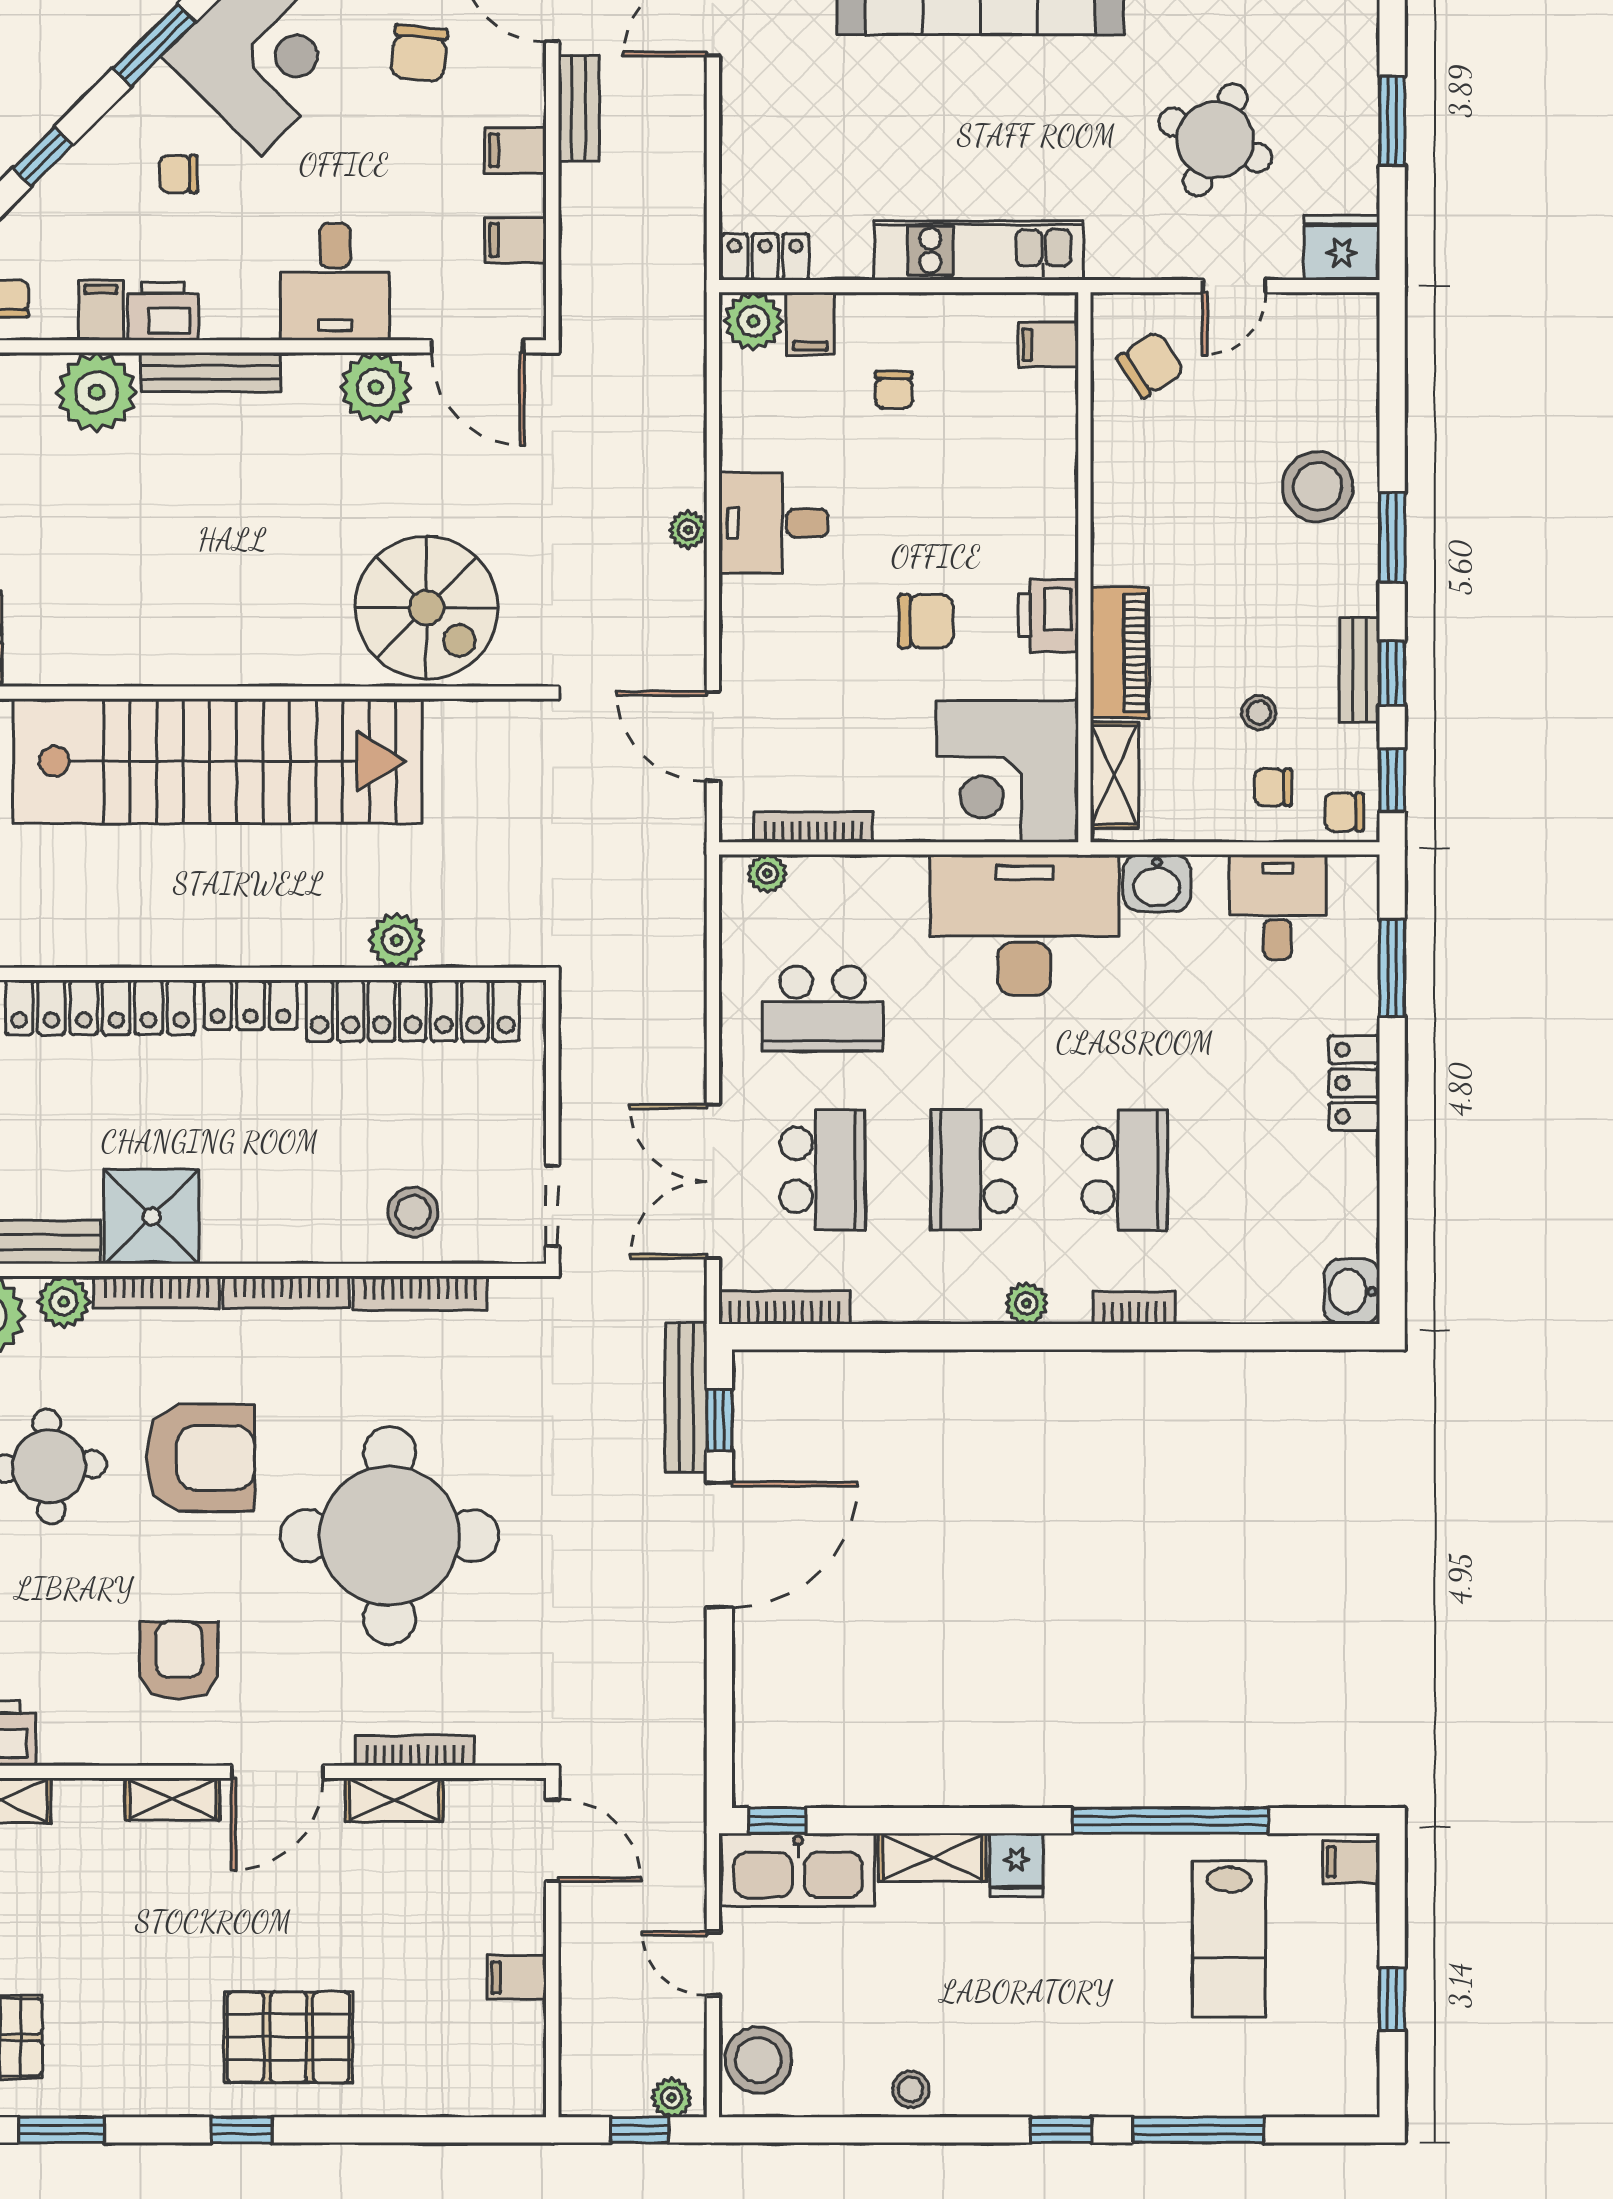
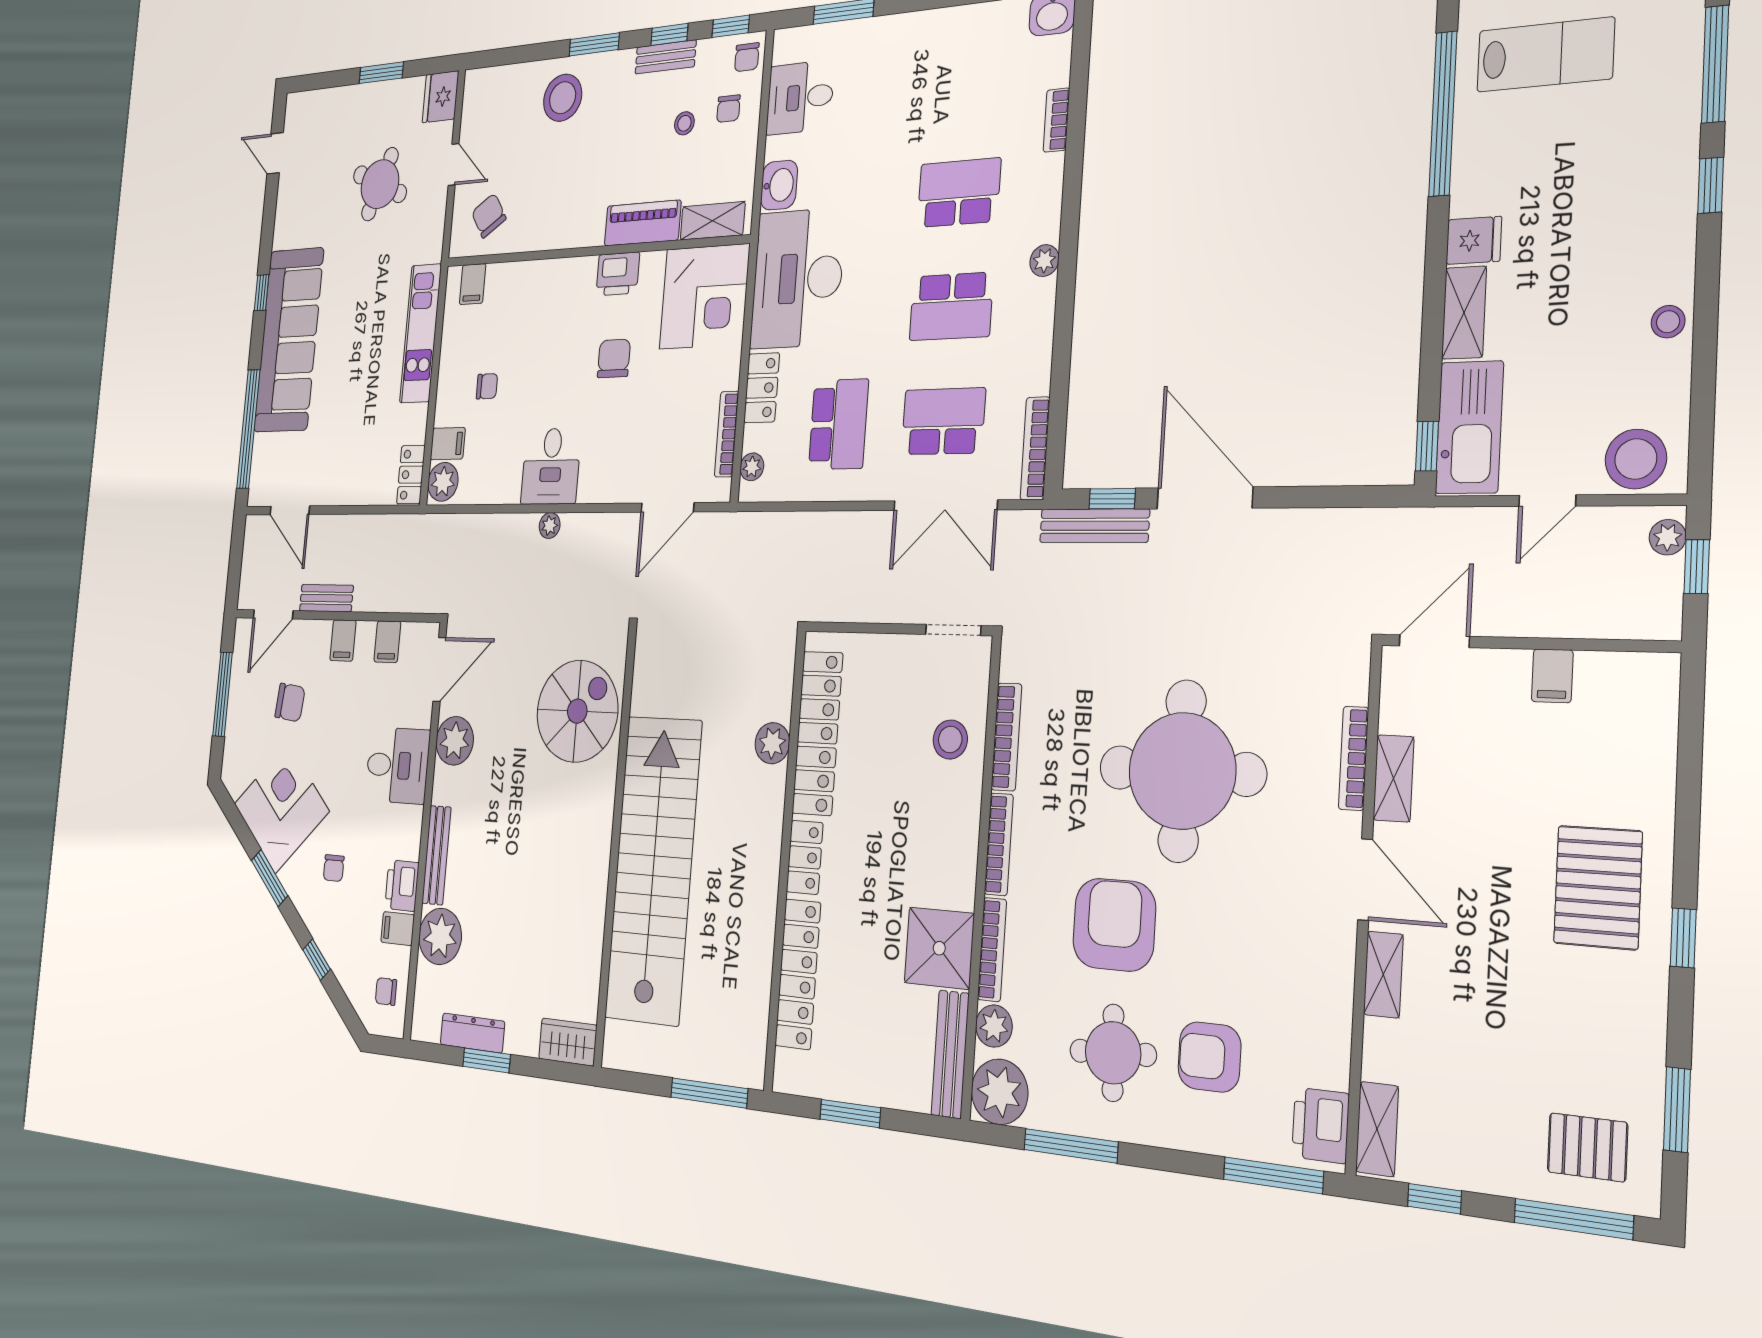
locker: (1354, 1083) -> (762, 388), moved, turned -90
bookcase: (1134, 1308) -> (1056, 120), moved
armchair: (179, 1660) -> (1209, 1057), moved

